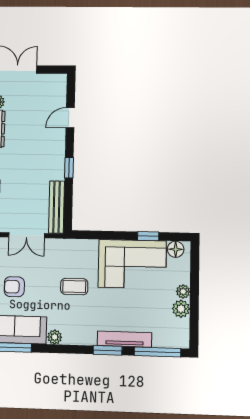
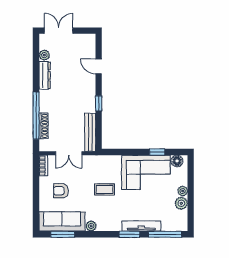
door: (70, 118) -> (99, 66), hinge flipped

